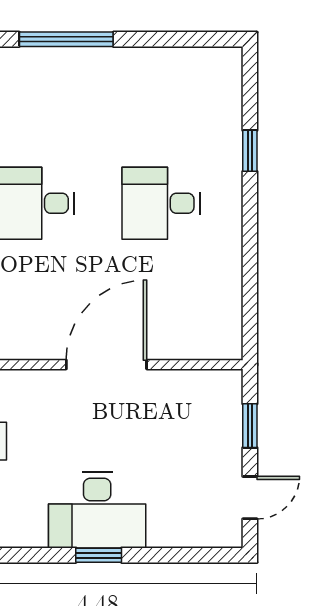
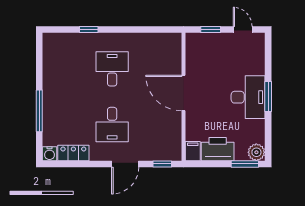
desk: (161, 203) -> (112, 69), turned 180
window: (99, 555) -> (268, 96), width x1.50

